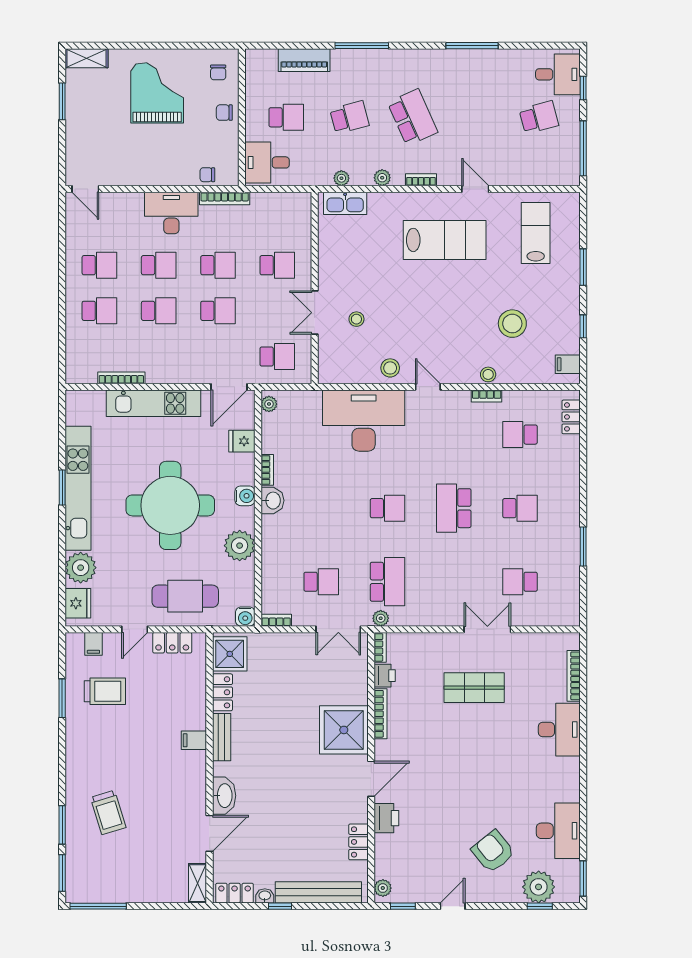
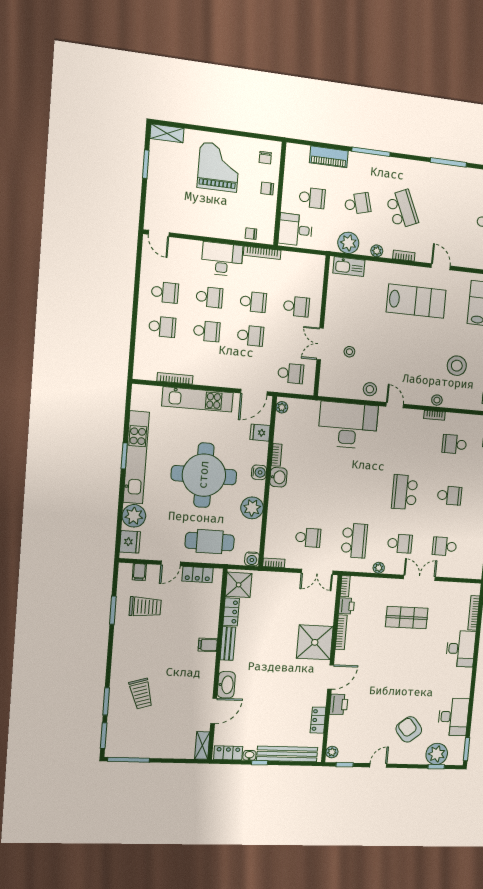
plant: (341, 178) -> (348, 243), width x1.87, depth x1.87
school desk: (387, 508) -> (400, 544), moved
plant: (381, 618) -> (379, 568), moved

